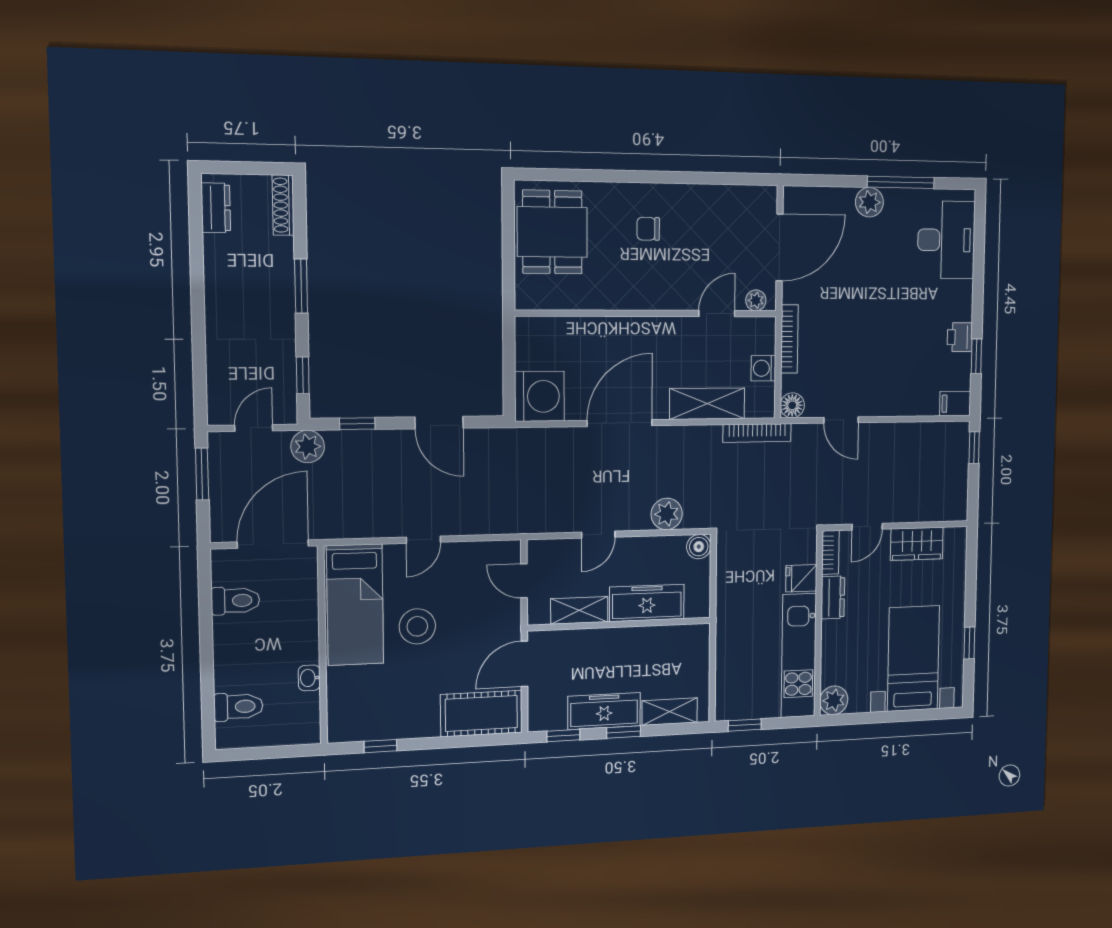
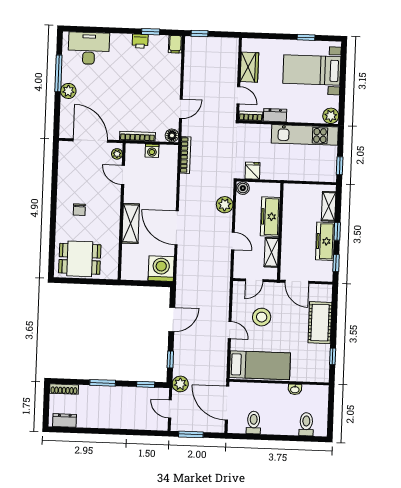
shelving: (707, 404) -> (131, 223), moved
fridge: (801, 578) -> (252, 171), moved, turned 180
stool: (417, 626) -> (262, 317), moved
cot: (481, 714) -> (320, 323), moved

